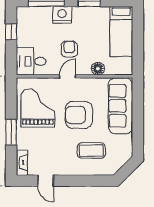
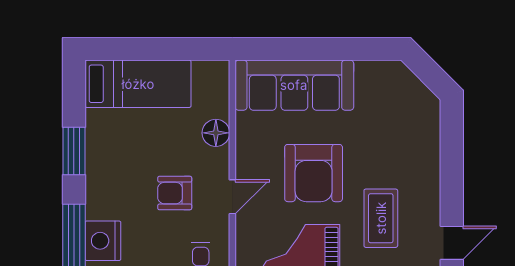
nightstand: (62, 15) -> (103, 241), moved
door: (68, 76) -> (232, 197), swing flipped
coffee table: (91, 151) -> (381, 218), moved

